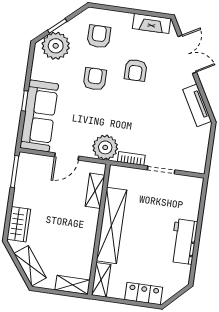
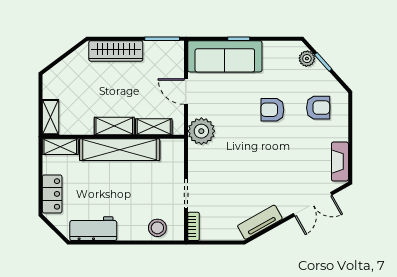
plant: (56, 46) -> (307, 59), width x0.53, depth x0.53
armchair: (136, 70) -> (288, 152), removed
armchair: (95, 79) -> (272, 110), turned 180
bookcase: (131, 159) -> (194, 226), moved
stool: (189, 201) -> (157, 228), added
wardrobe: (19, 224) -> (116, 51), width x1.50
workbench: (184, 242) -> (93, 229), moved
shelving: (30, 266) -> (114, 126), moved, turned 37

